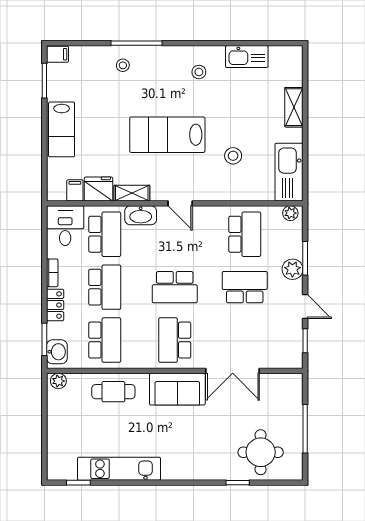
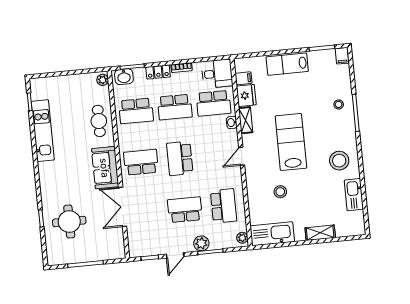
stool: (199, 72) -> (339, 161), width x1.89, depth x1.89
washbasin: (141, 215) -> (232, 122), width x0.52, depth x0.69
school desk: (245, 234) -> (224, 206), turned -90
school desk: (245, 287) -> (185, 210), turned -90
round table: (261, 452) -> (69, 222), moved

